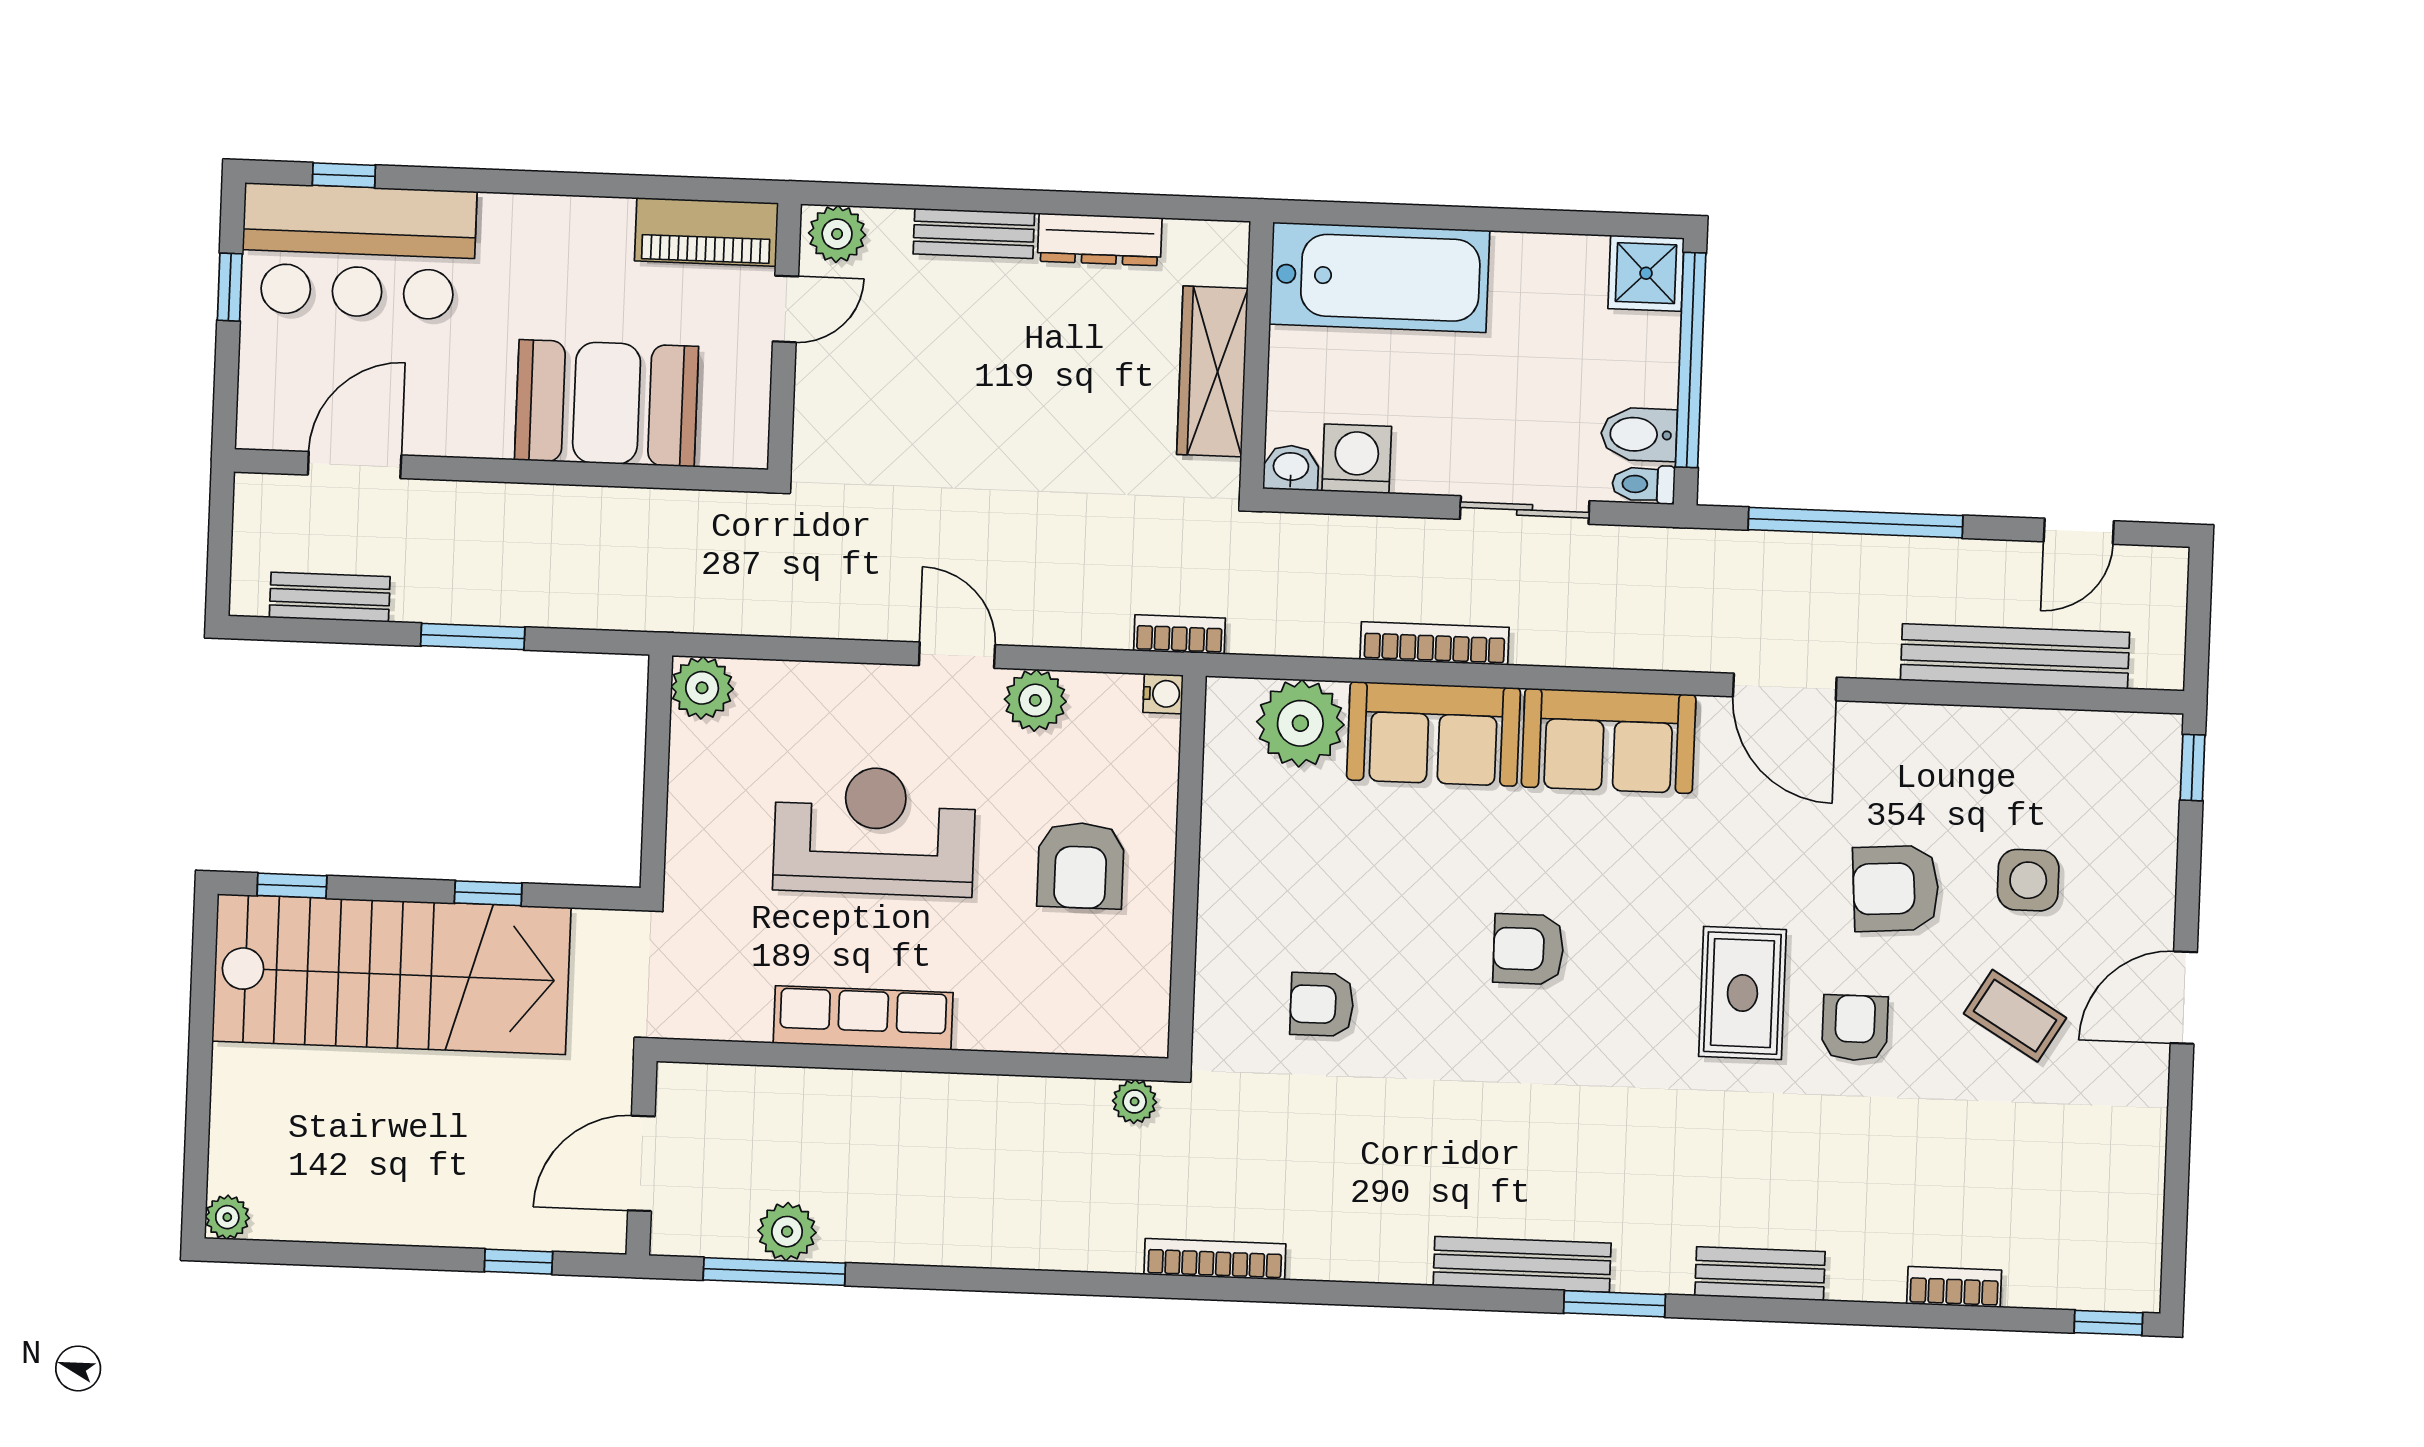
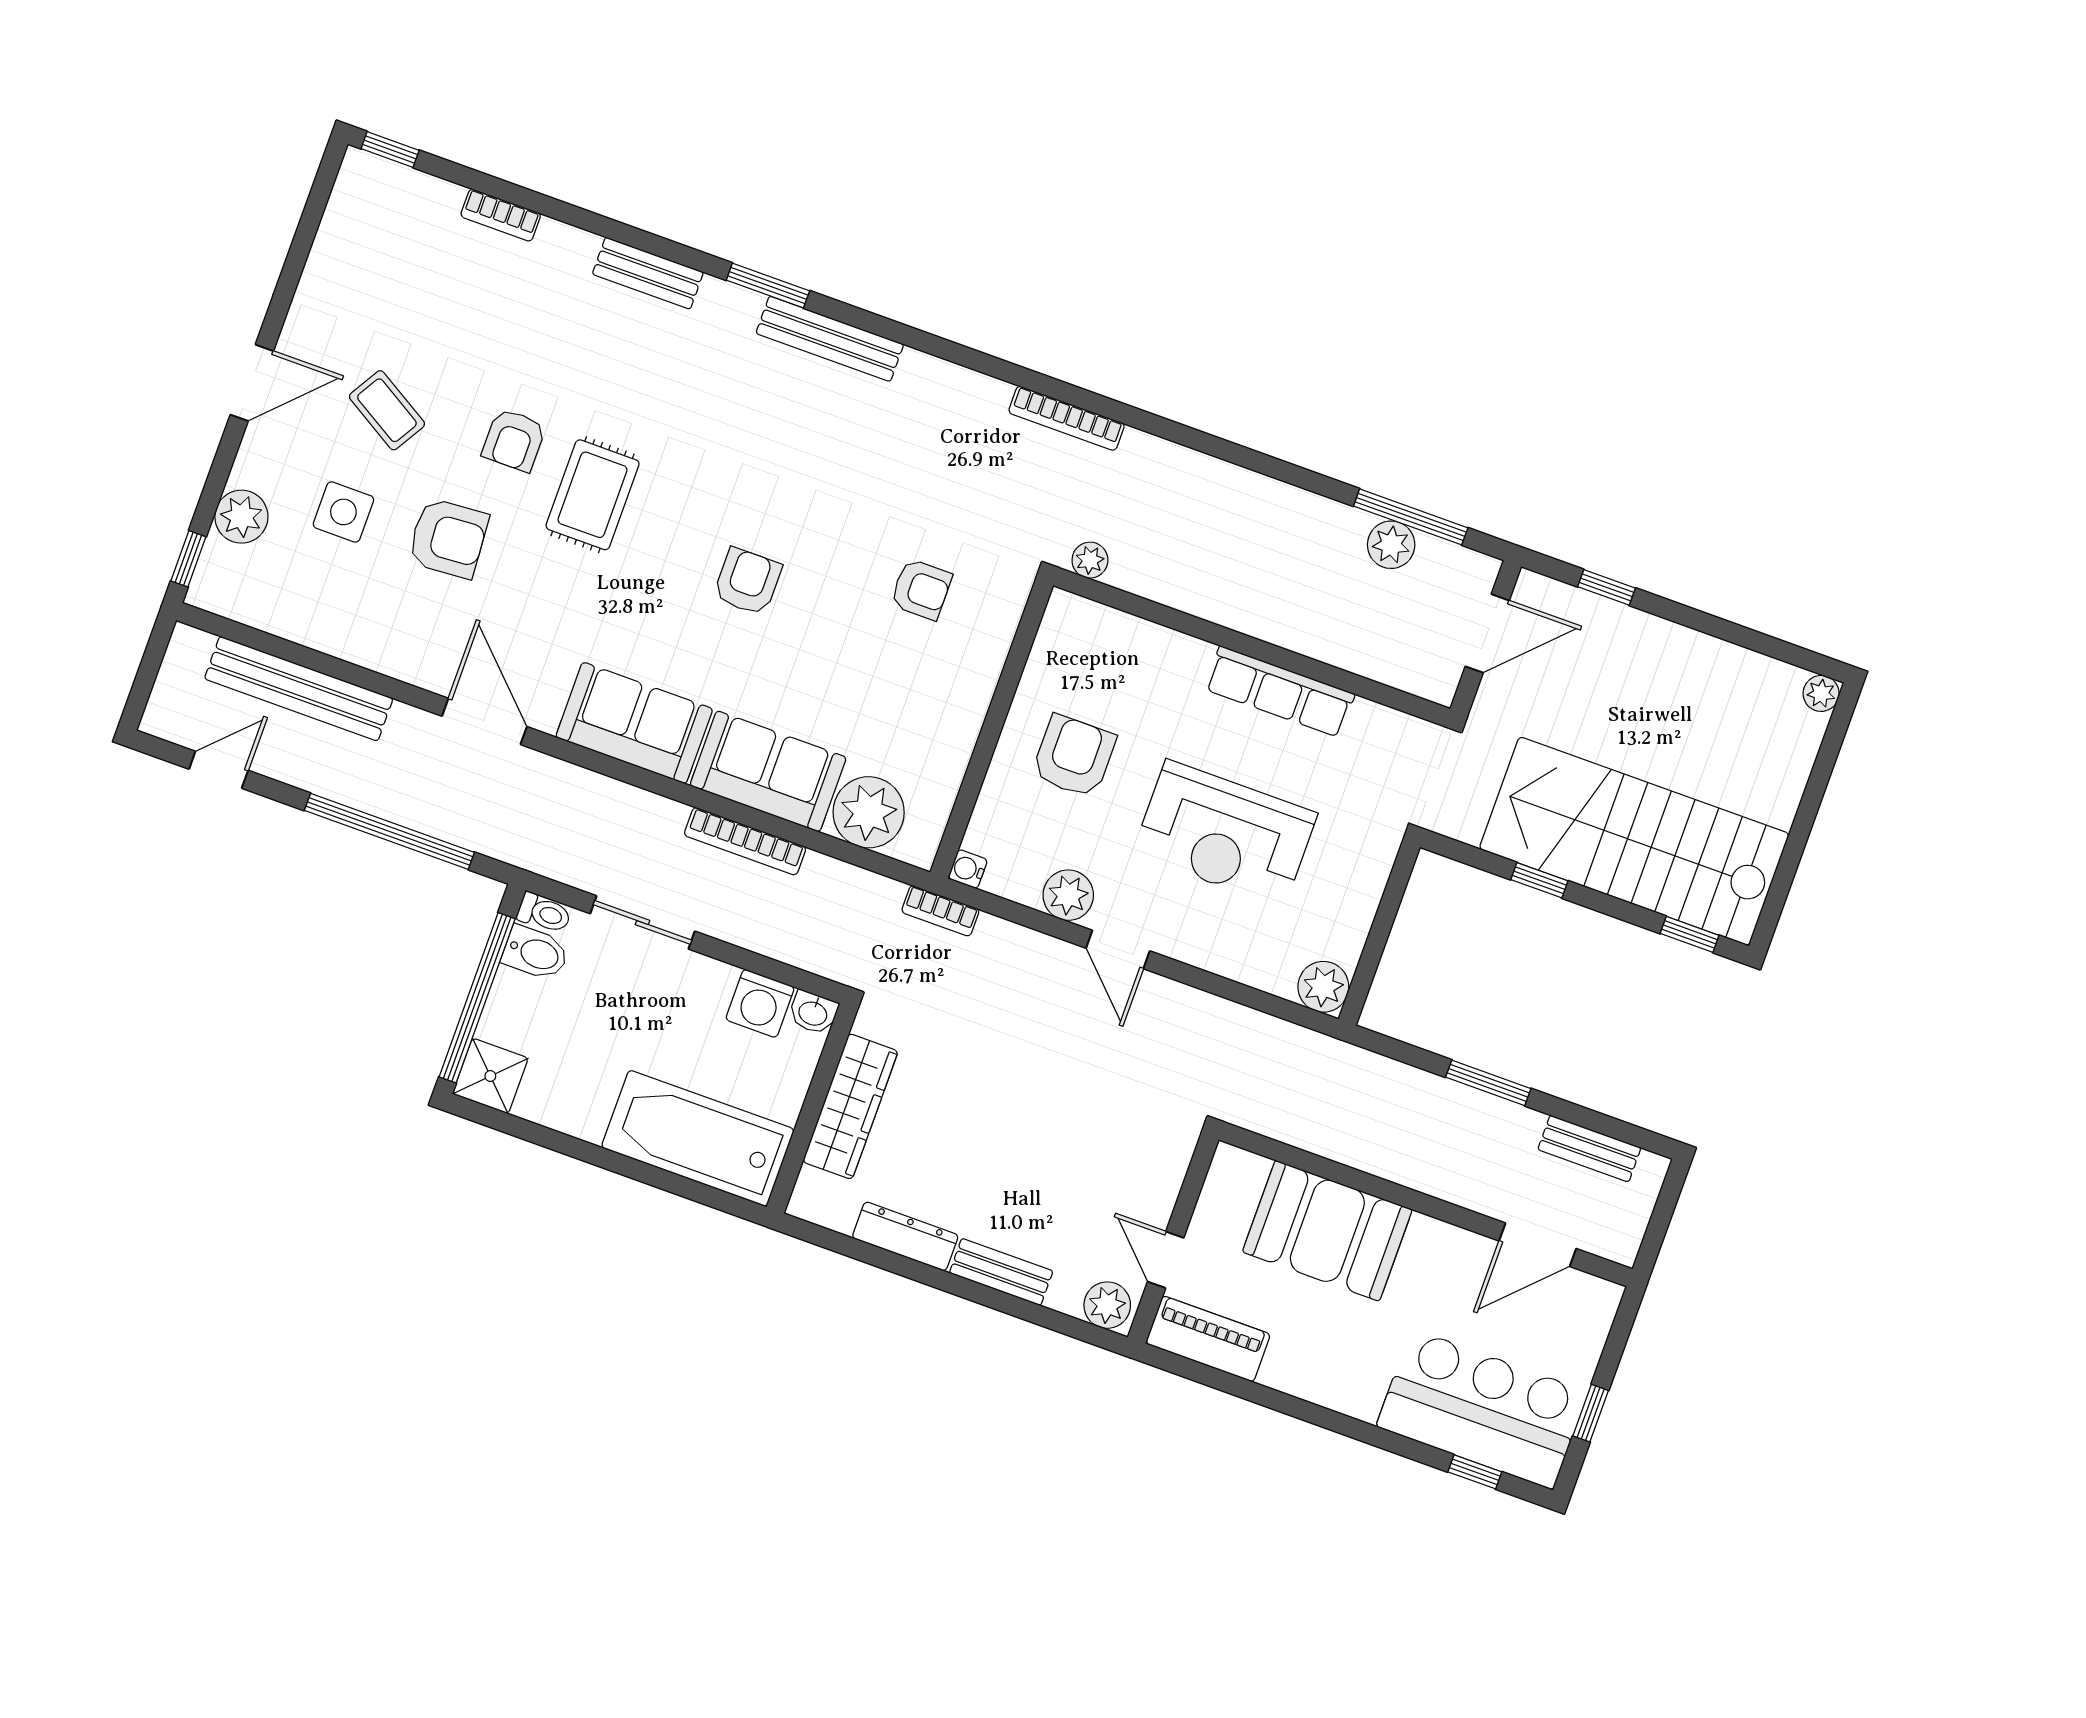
door: (785, 309) -> (1166, 1260), hinge flipped
plant: (2146, 837) -> (241, 517), added
armchair: (1528, 949) -> (748, 581), turned -90

